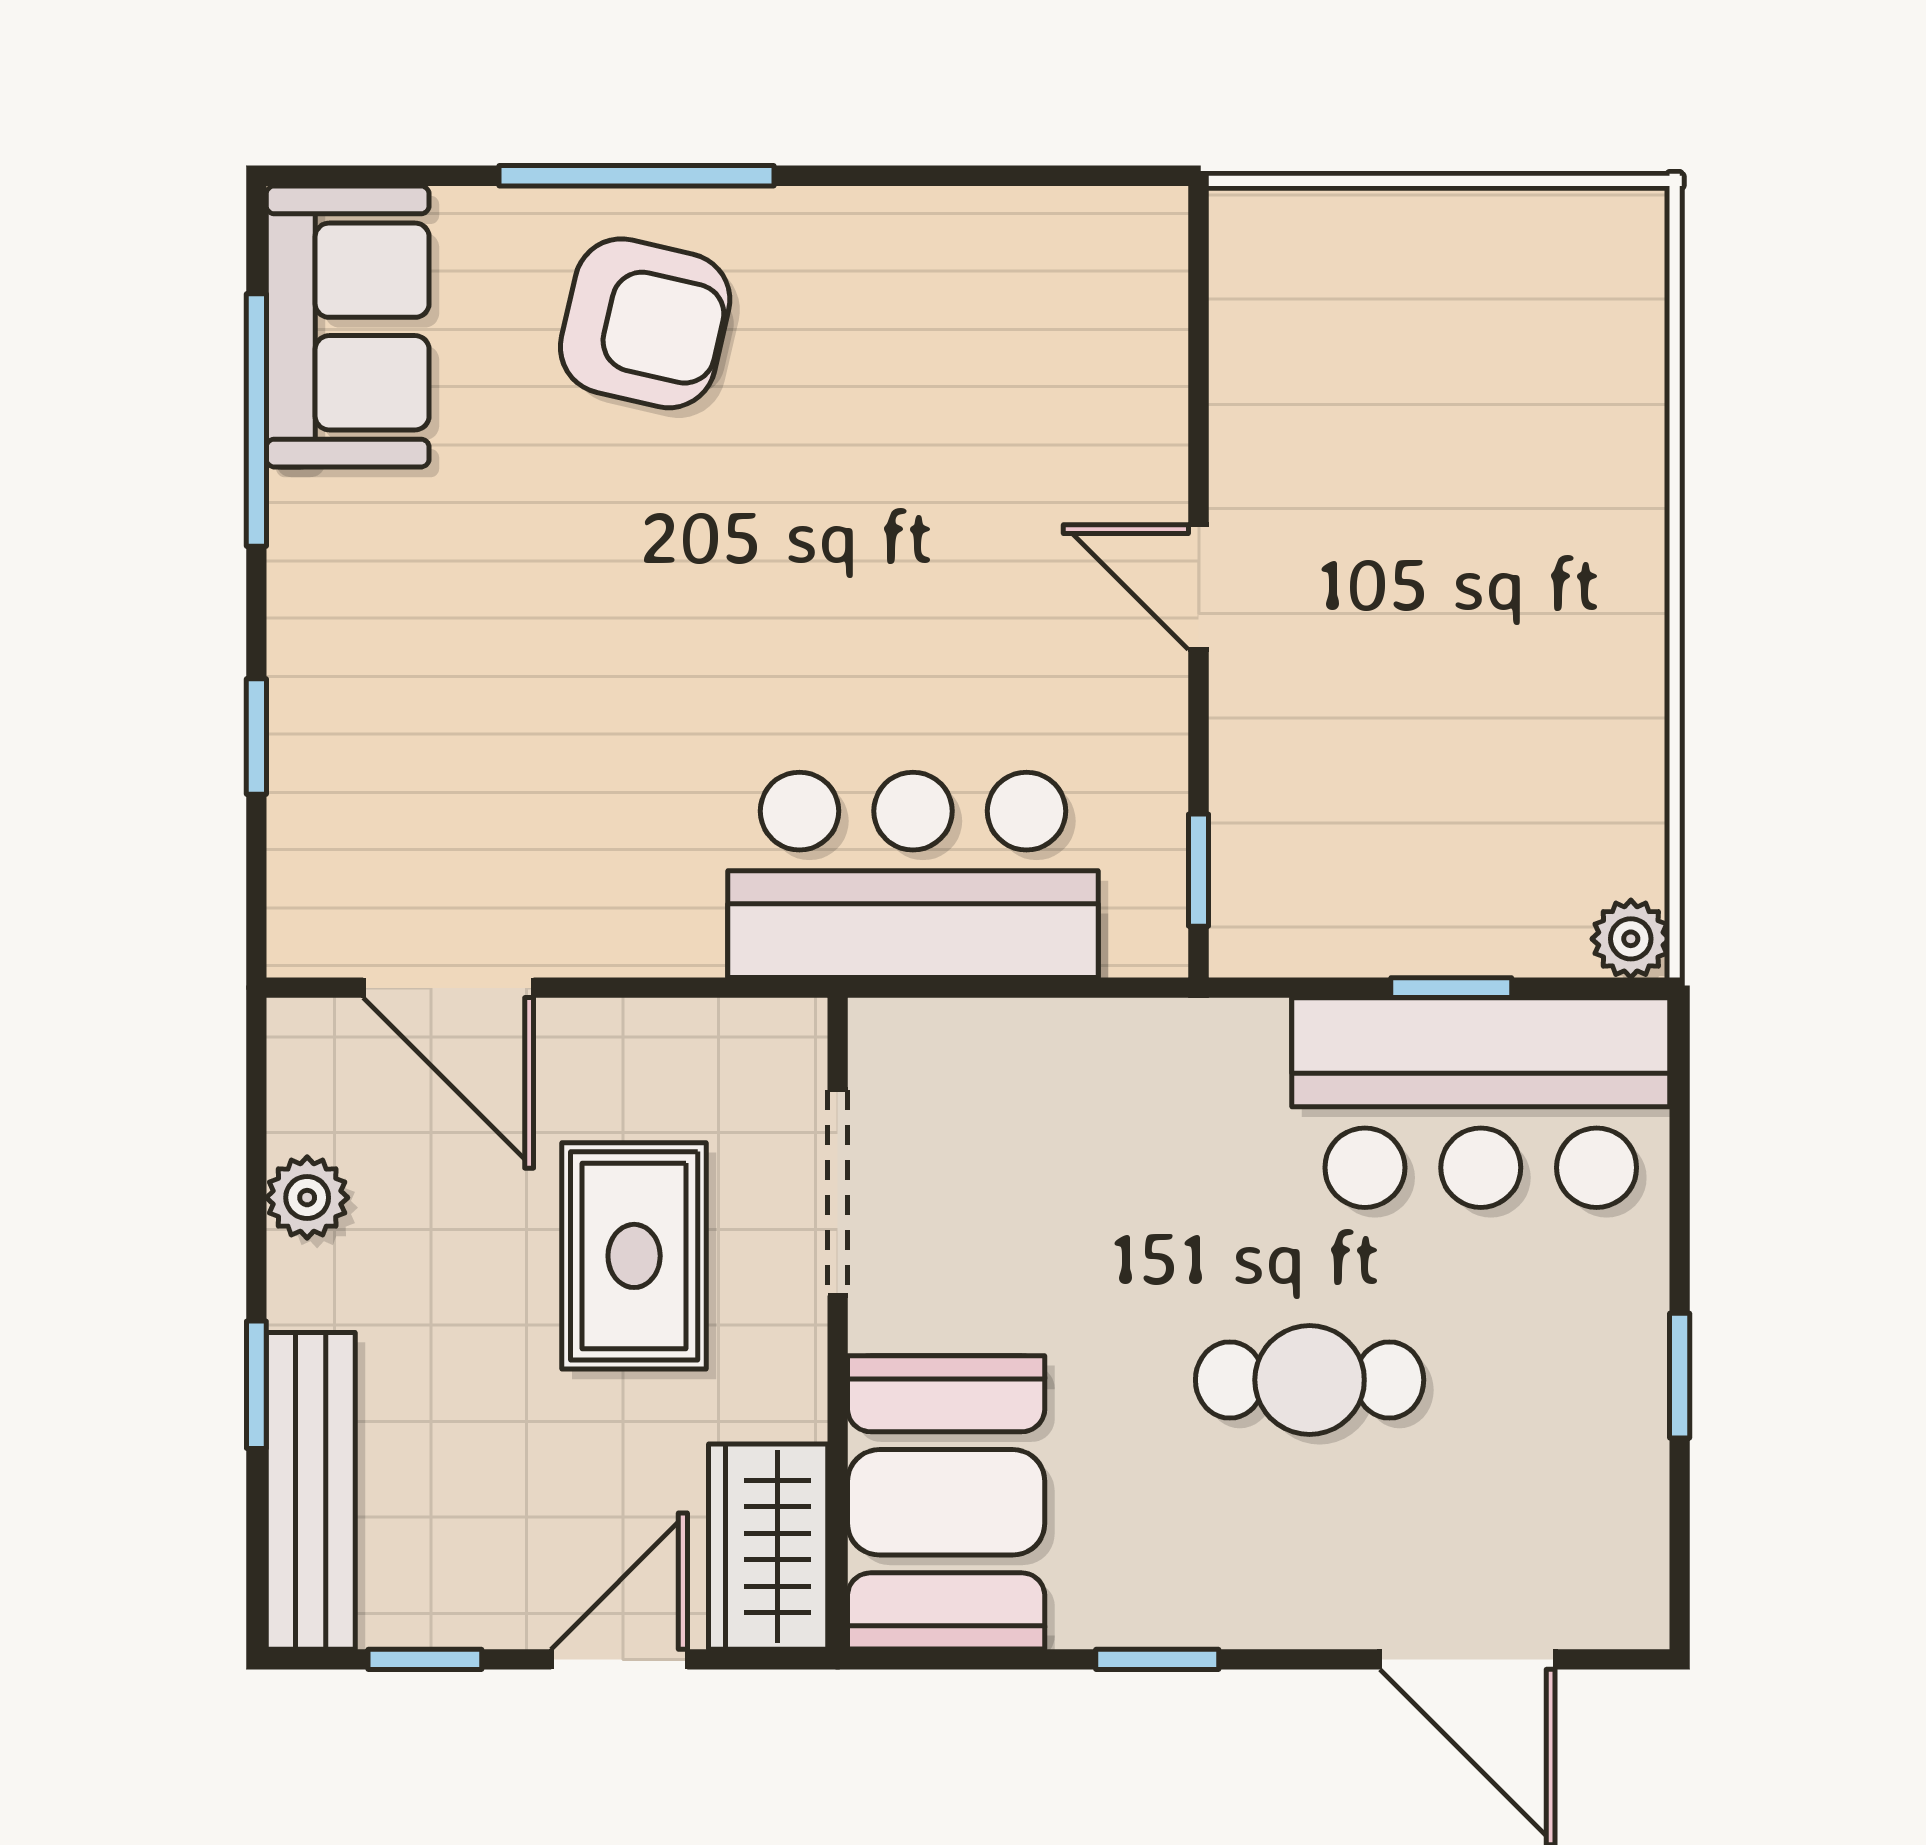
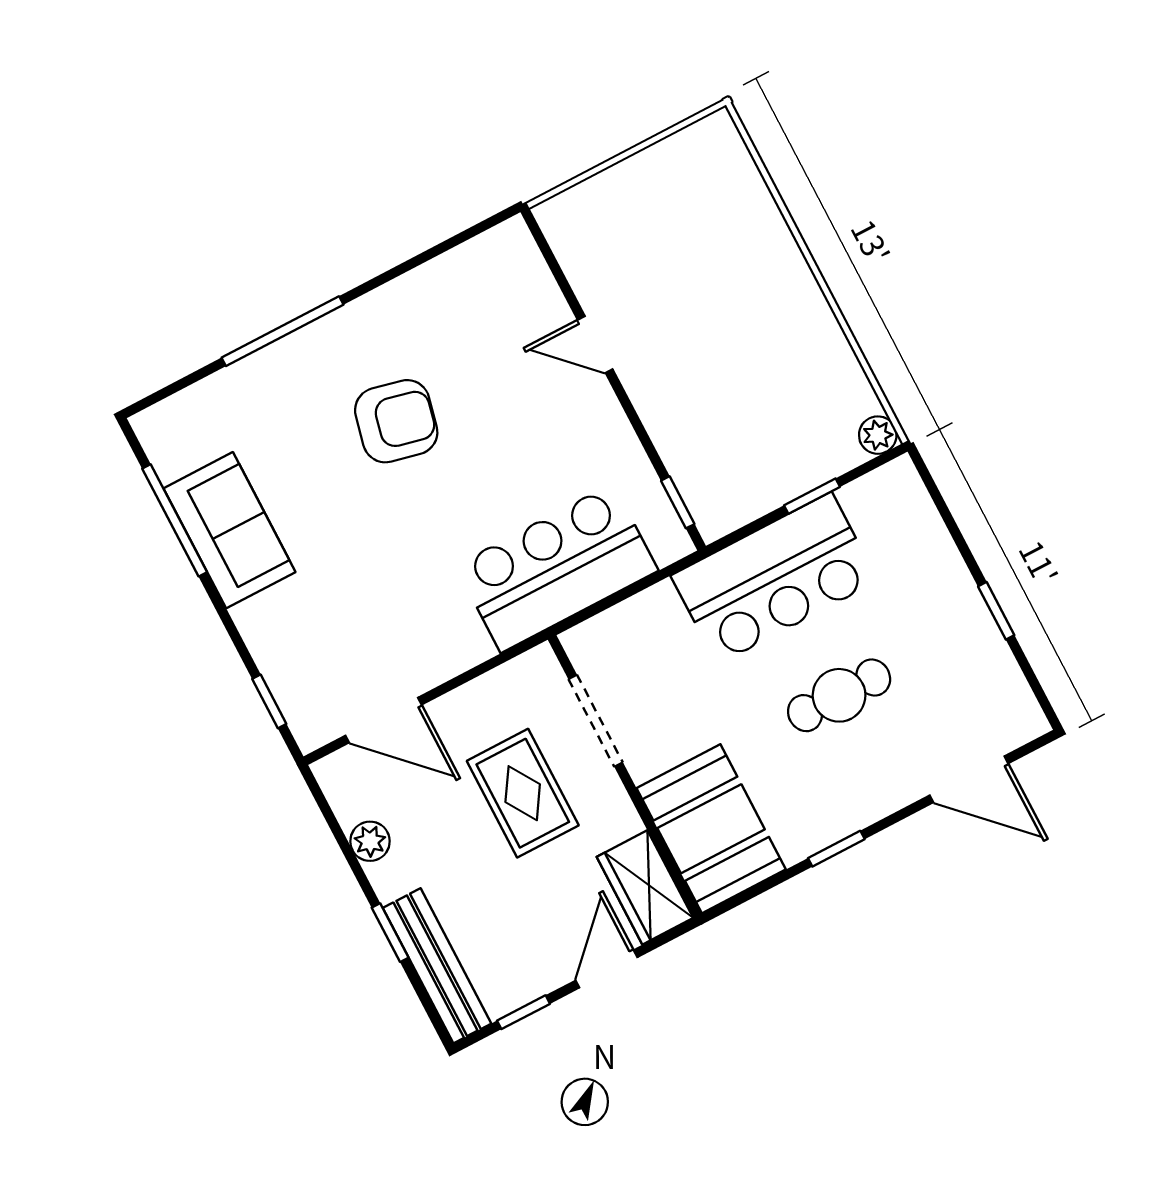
armchair: (645, 323) -> (396, 421), moved
sofa: (348, 326) -> (229, 530), moved
door: (1199, 587) -> (595, 345), moved
window: (256, 736) -> (269, 701), moved
bar counter: (1481, 1103) -> (774, 578), moved

